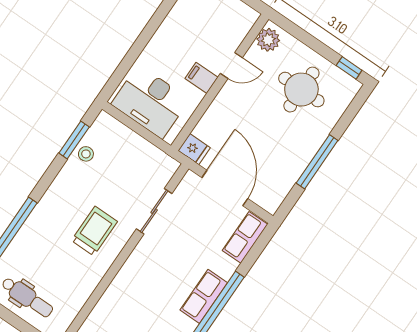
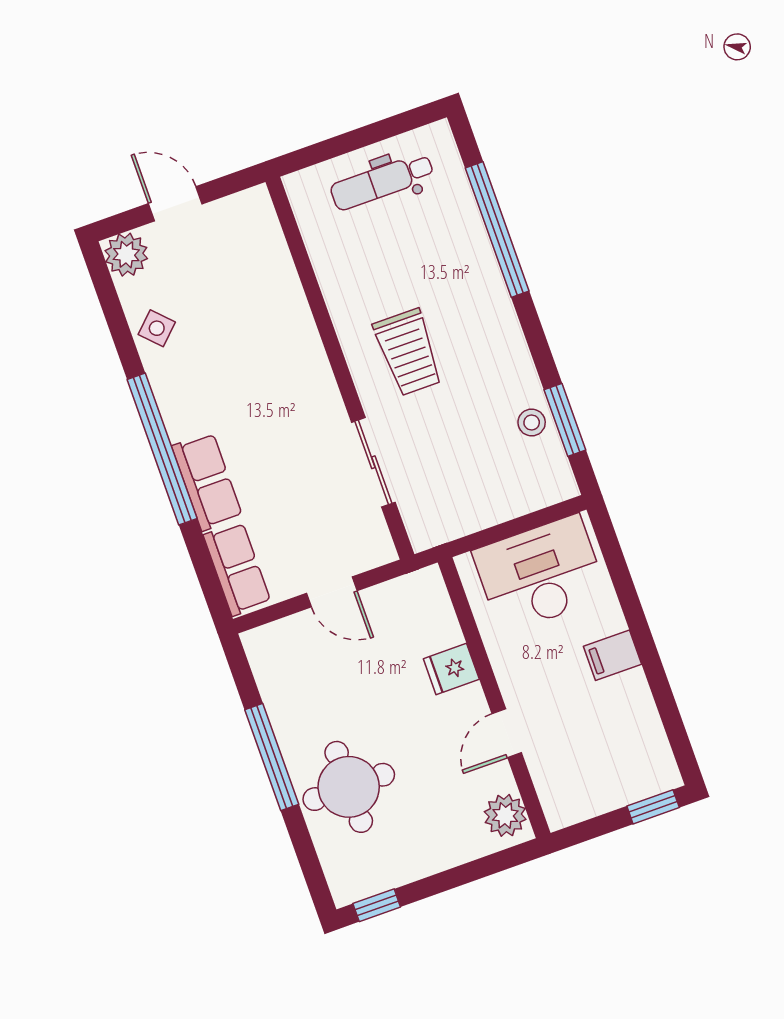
filing cabinet: (202, 78) -> (613, 655), moved, turned 180
round table: (301, 90) -> (349, 787), moved
fridge: (194, 149) -> (451, 669), moved
door: (225, 188) -> (332, 592), width x0.53
row of seats: (204, 296) -> (207, 481), moved

